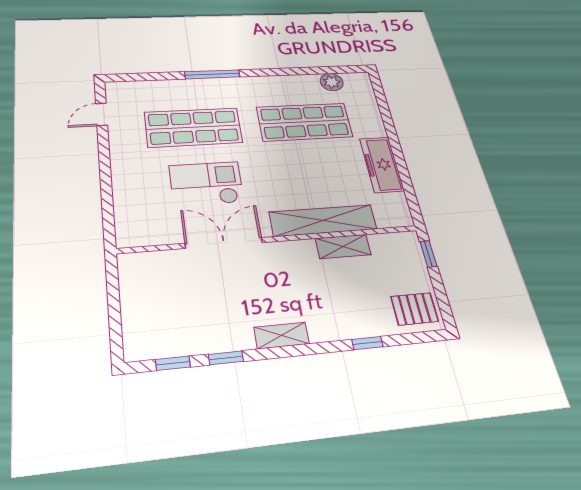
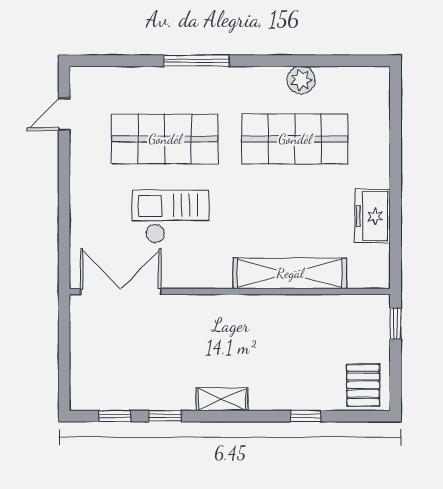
plant: (332, 82) -> (301, 80), moved
freezer: (382, 165) -> (373, 216), width x0.71
double door: (224, 243) -> (121, 291), moved
shelving: (343, 246) -> (305, 307), removed
pallet: (415, 309) -> (363, 385), turned 90

